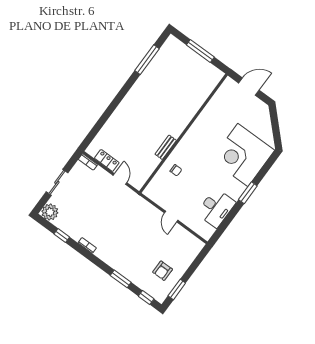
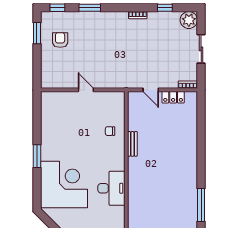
desk: (216, 208) -> (111, 188), moved, turned 180

